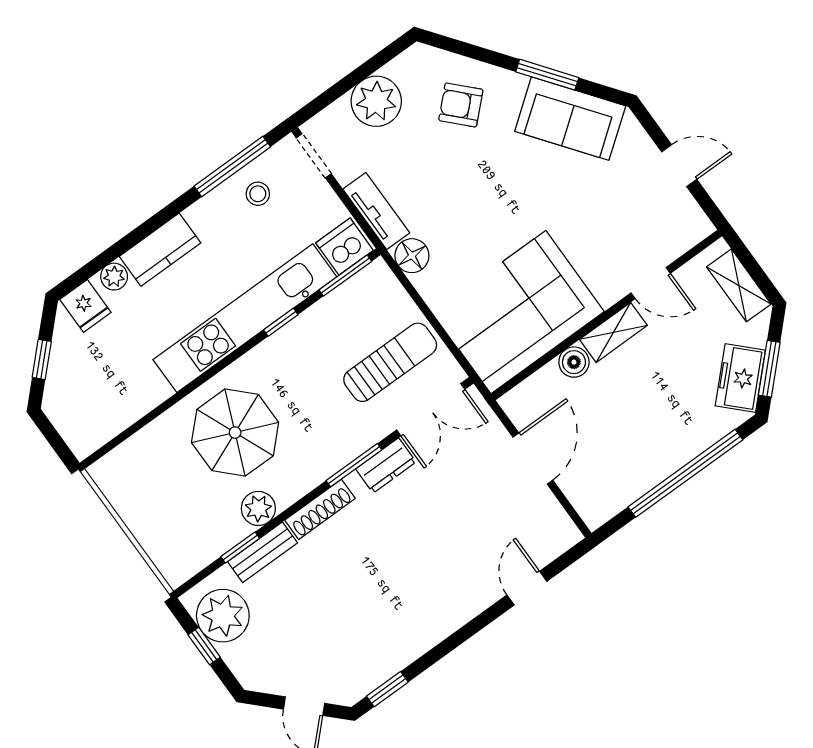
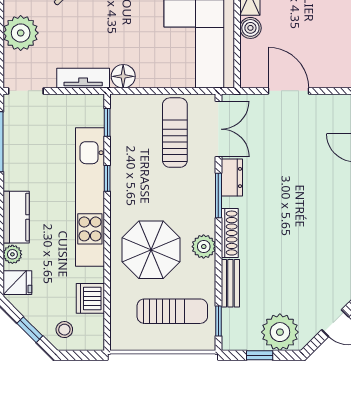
stool: (258, 194) -> (64, 330), moved
dishwasher: (344, 247) -> (90, 298), moved
window: (345, 276) -> (107, 122), width x0.67
sun lounger: (182, 508) -> (172, 311), added
plant: (258, 508) -> (204, 247), moved
window: (240, 547) -> (218, 321), moved
plant: (223, 616) -> (280, 332), moved

